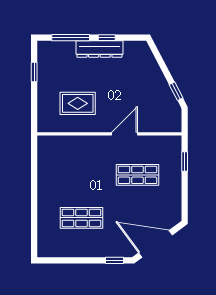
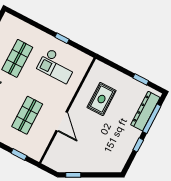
dresser: (99, 49) -> (145, 111), moved
checkout: (67, 171) -> (57, 66), added
window: (34, 181) -> (62, 38), added

